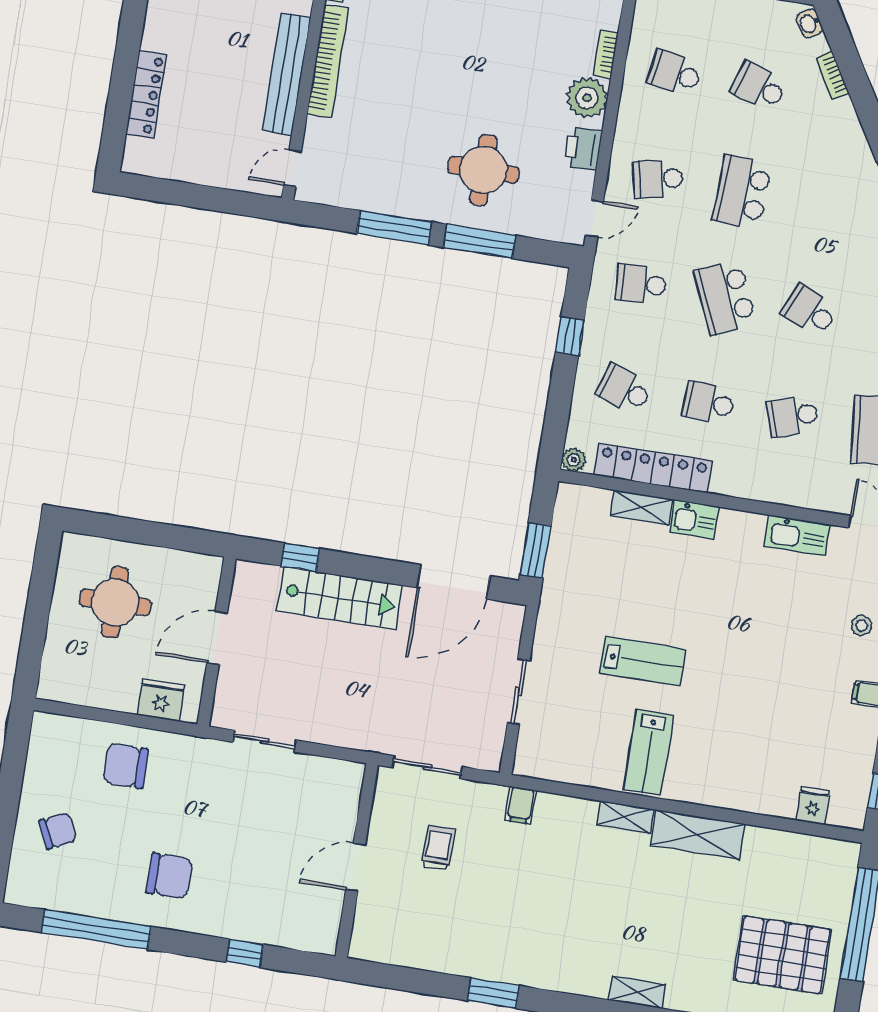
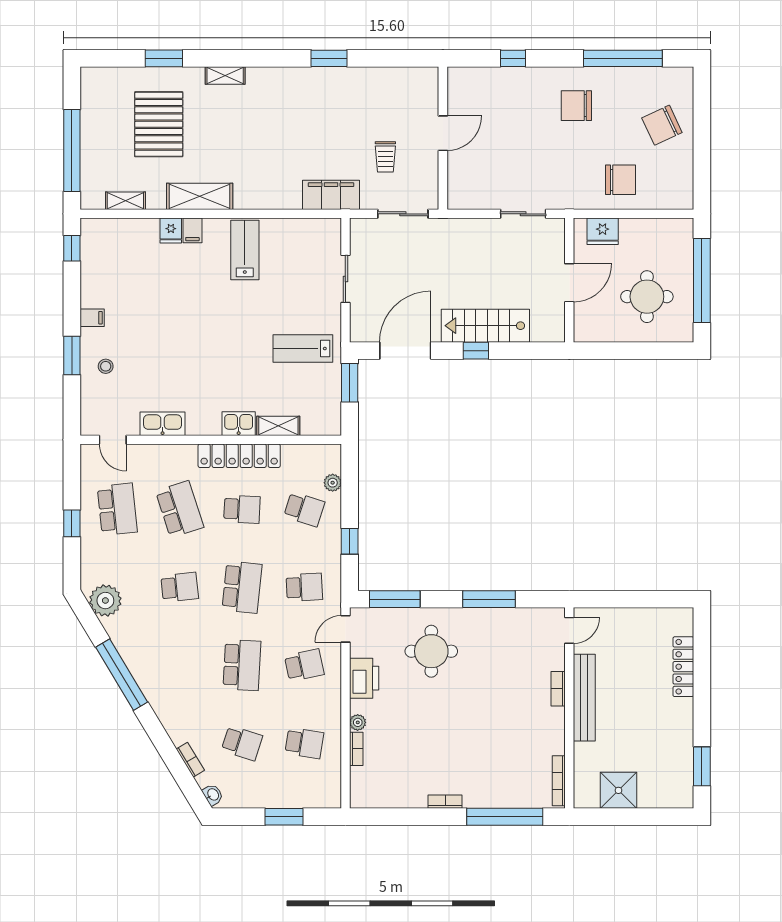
bookcase: (328, 61) -> (558, 689), width x0.43, depth x0.76
plant: (587, 98) -> (358, 722), width x0.53, depth x0.53
printer: (583, 149) -> (364, 678), width x1.37, depth x1.19
window: (480, 241) -> (395, 599), moved
school desk: (725, 297) -> (242, 587), turned 30
school desk: (809, 311) -> (180, 587), turned -30
school desk: (793, 416) -> (180, 509), width x1.85
plant: (574, 460) -> (333, 483), moved
locker: (653, 468) -> (239, 456), moved
window: (301, 557) -> (476, 351), moved
window: (37, 612) -> (702, 281), added
lab bench: (642, 661) -> (303, 349), moved
filing cabinet: (715, 790) -> (192, 230), added
filing cabinet: (521, 805) -> (331, 195), width x3.00, depth x1.17
fridge: (813, 806) -> (171, 231), moved
shelving: (625, 817) -> (125, 201), moved
chair: (58, 831) -> (662, 125), width x1.37, depth x1.37
pallet: (782, 955) -> (159, 124), moved, turned 90

